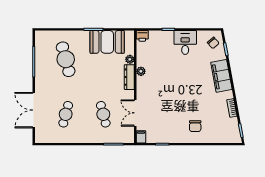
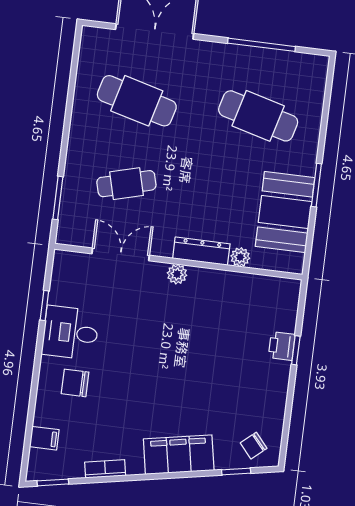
printer: (142, 36) -> (282, 346), moved
desk: (185, 42) -> (70, 333), moved, turned 180
cafe table: (66, 59) -> (258, 116), turned 30
plant: (141, 71) -> (177, 274), moved
cafe table: (66, 114) -> (137, 101), width x1.37, depth x1.35
filing cabinet: (141, 137) -> (44, 438), moved

